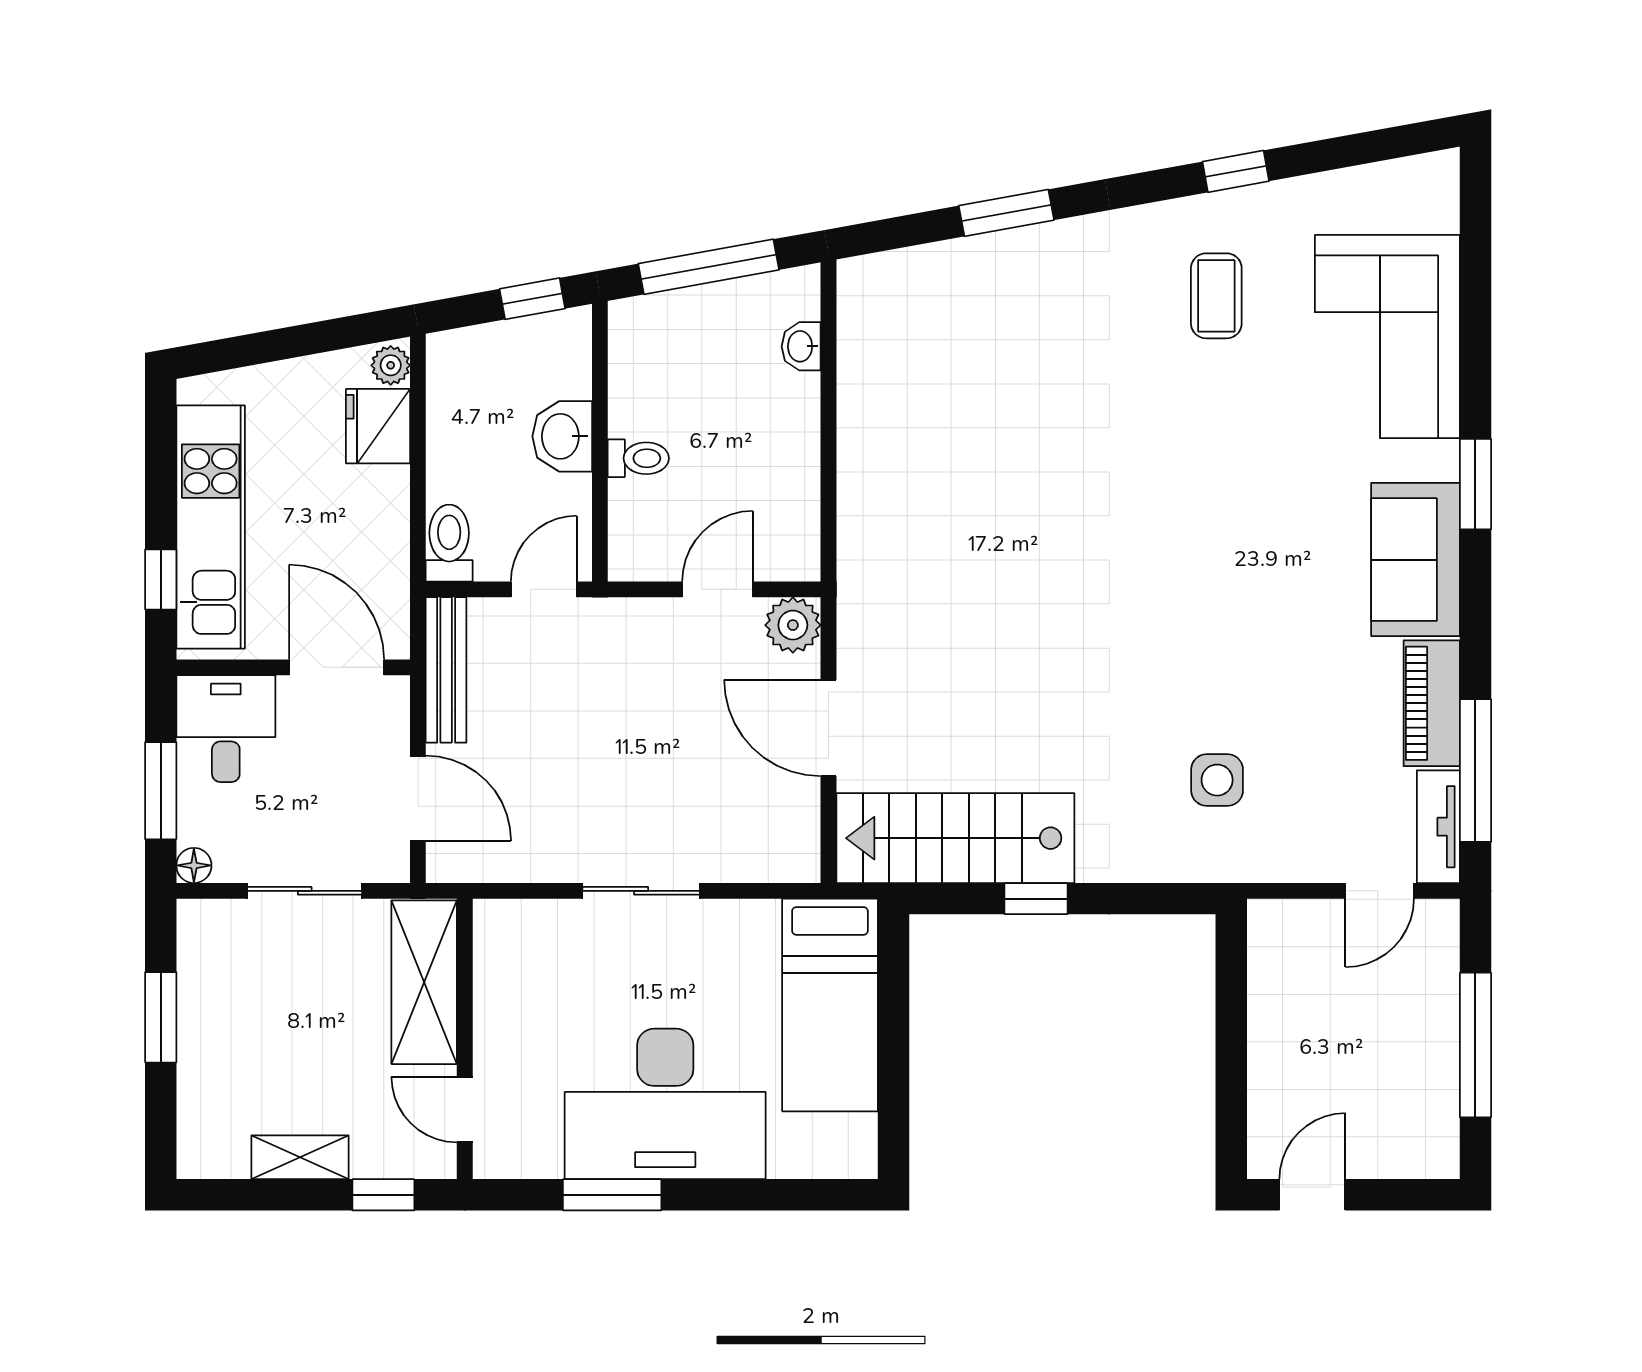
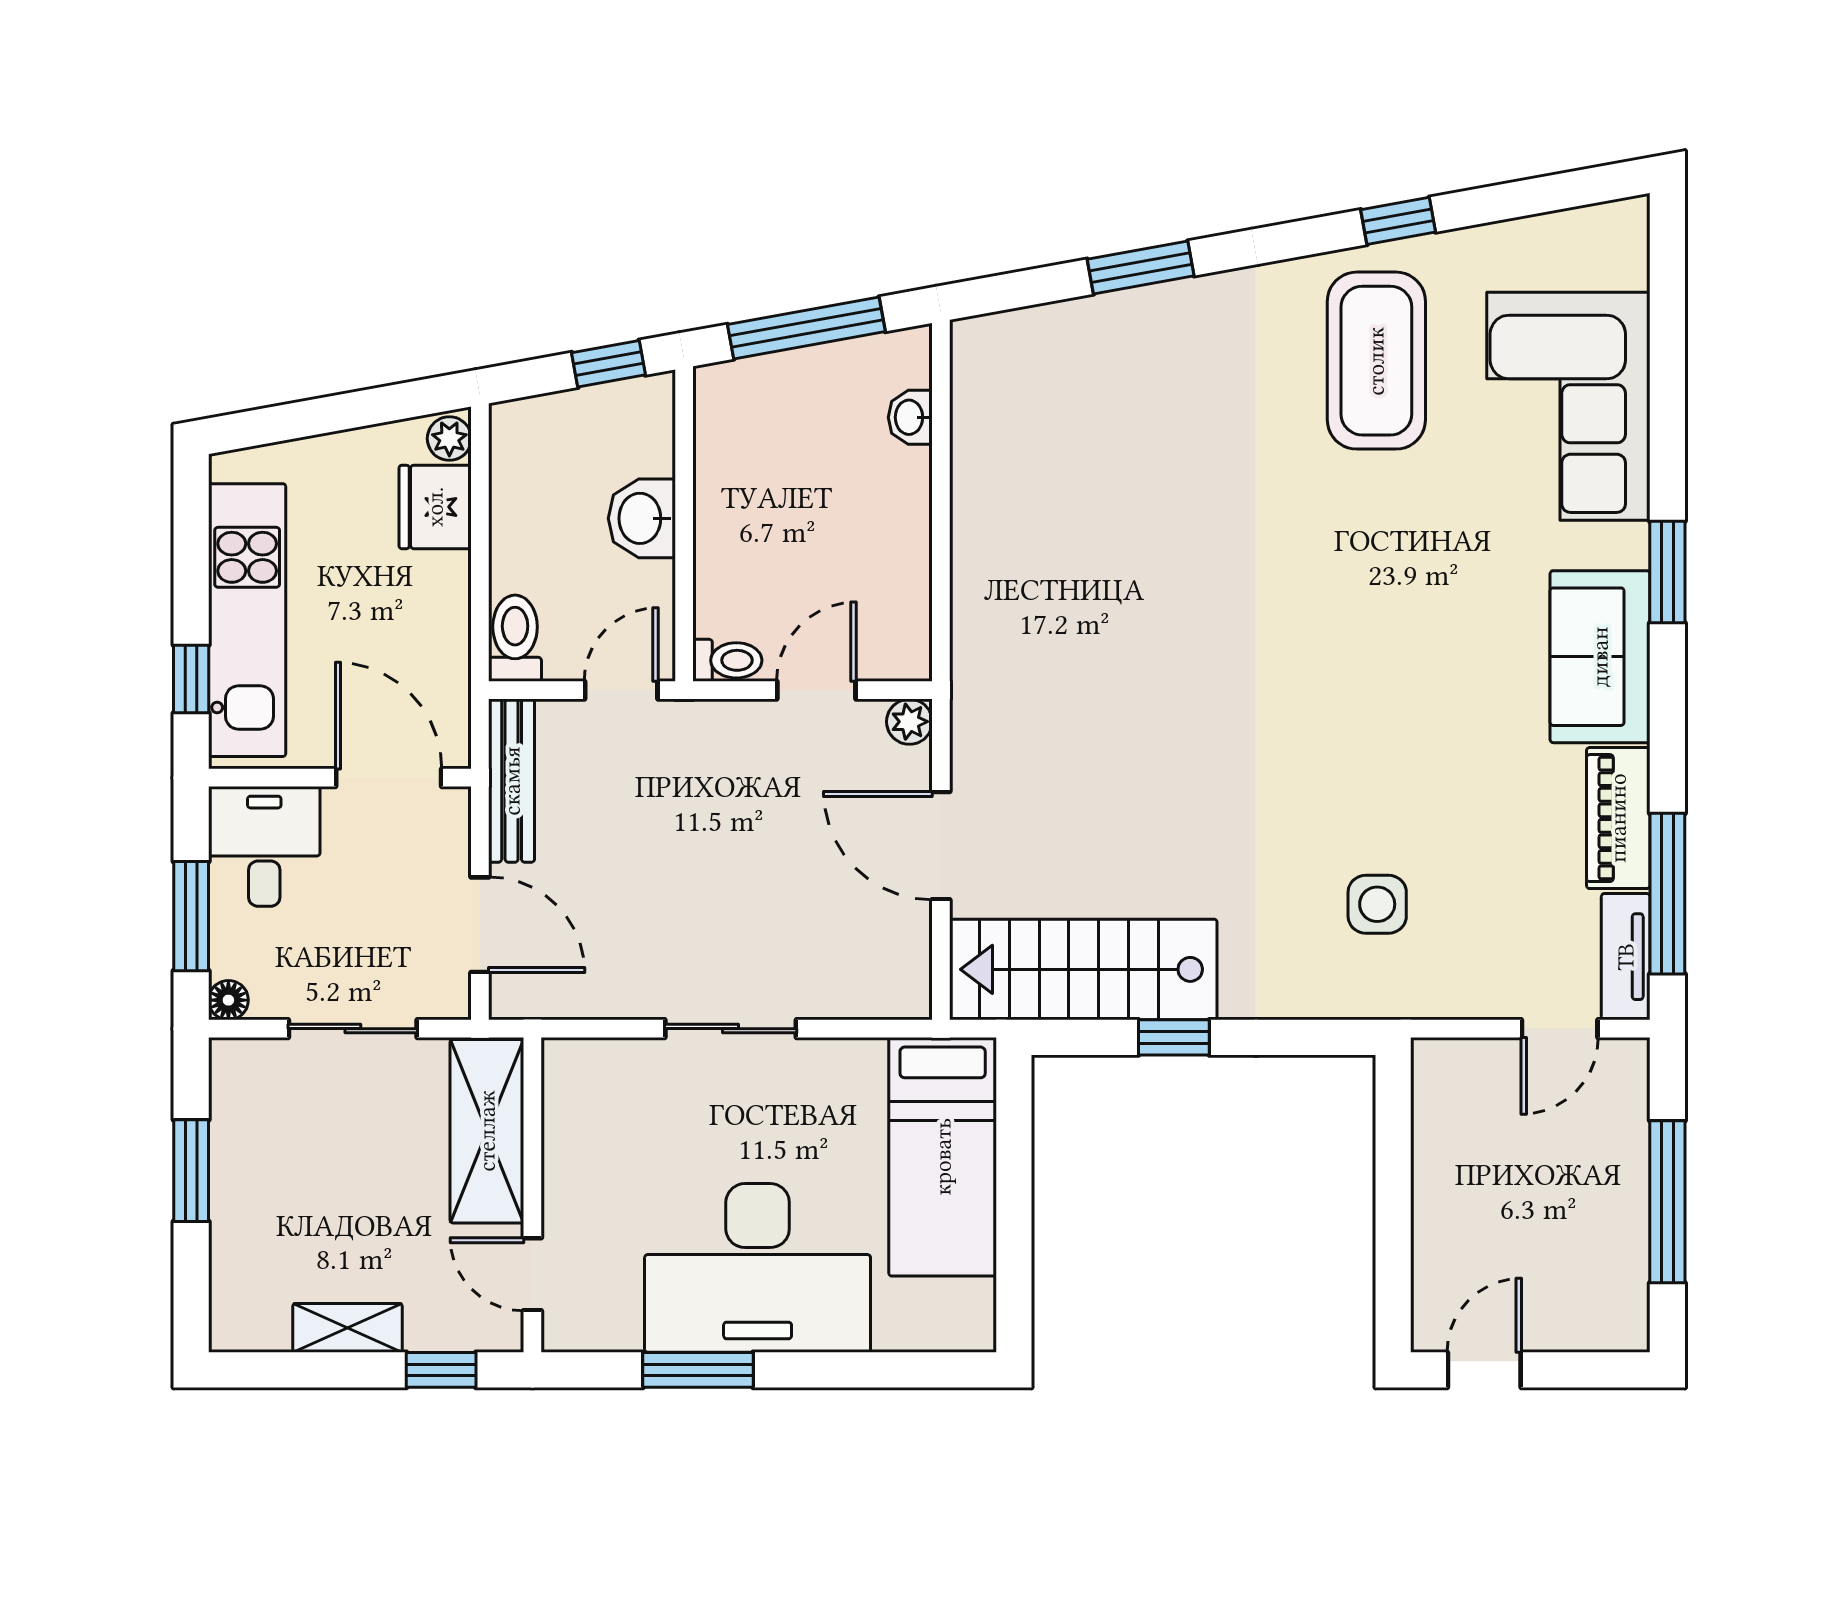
coffee table: (1216, 296) -> (1376, 361), width x1.86, depth x1.72
toilet: (638, 458) -> (727, 660), moved
plant: (793, 625) -> (909, 722), width x0.73, depth x0.73

